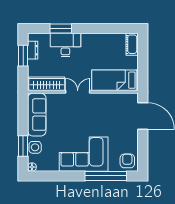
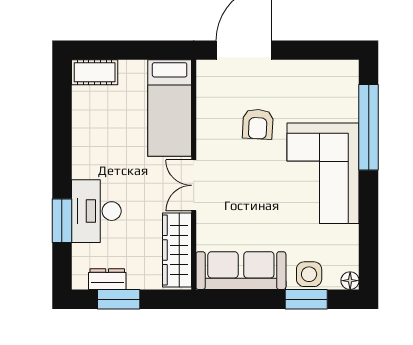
armchair: (127, 161) -> (258, 124), moved, turned -87

